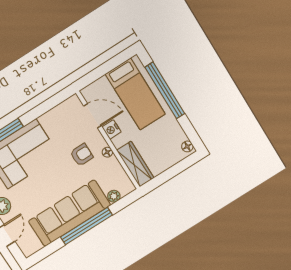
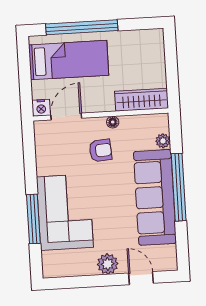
nightstand: (111, 129) -> (41, 108), moved
floor lamp: (187, 146) -> (153, 35), removed
armchair: (82, 155) -> (100, 150), turned 86

